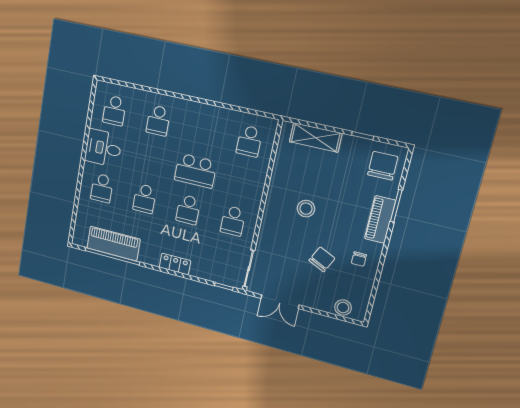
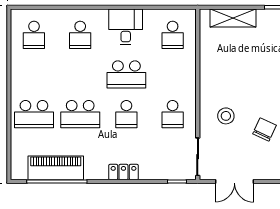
desk: (103, 148) -> (126, 27), moved, turned 90
school desk: (102, 188) -> (34, 114), width x1.85
school desk: (145, 199) -> (80, 114), width x1.85
stool: (306, 209) -> (226, 116), moved

